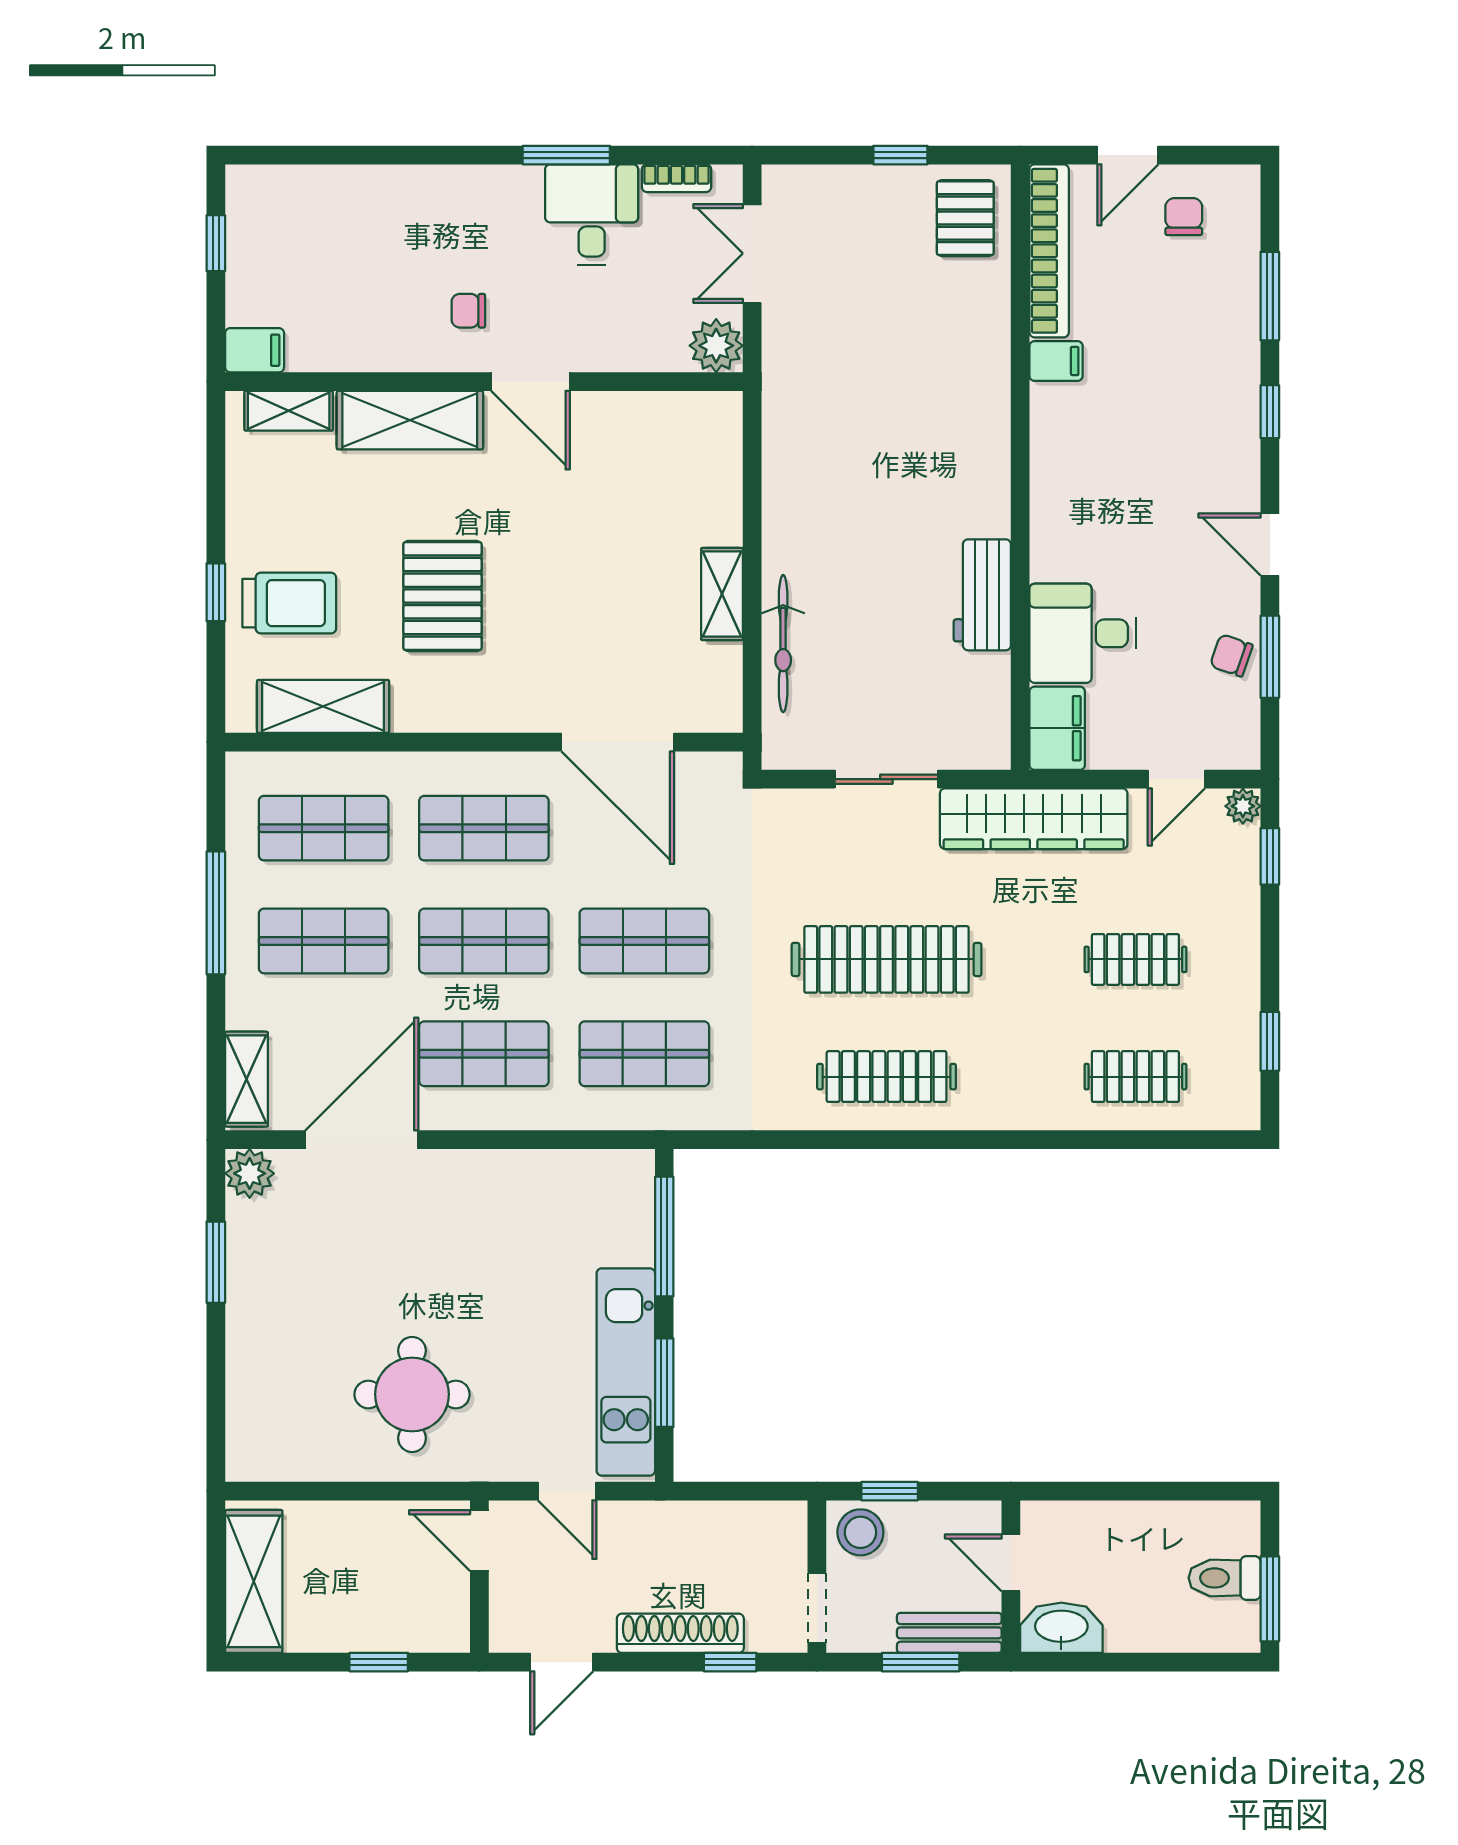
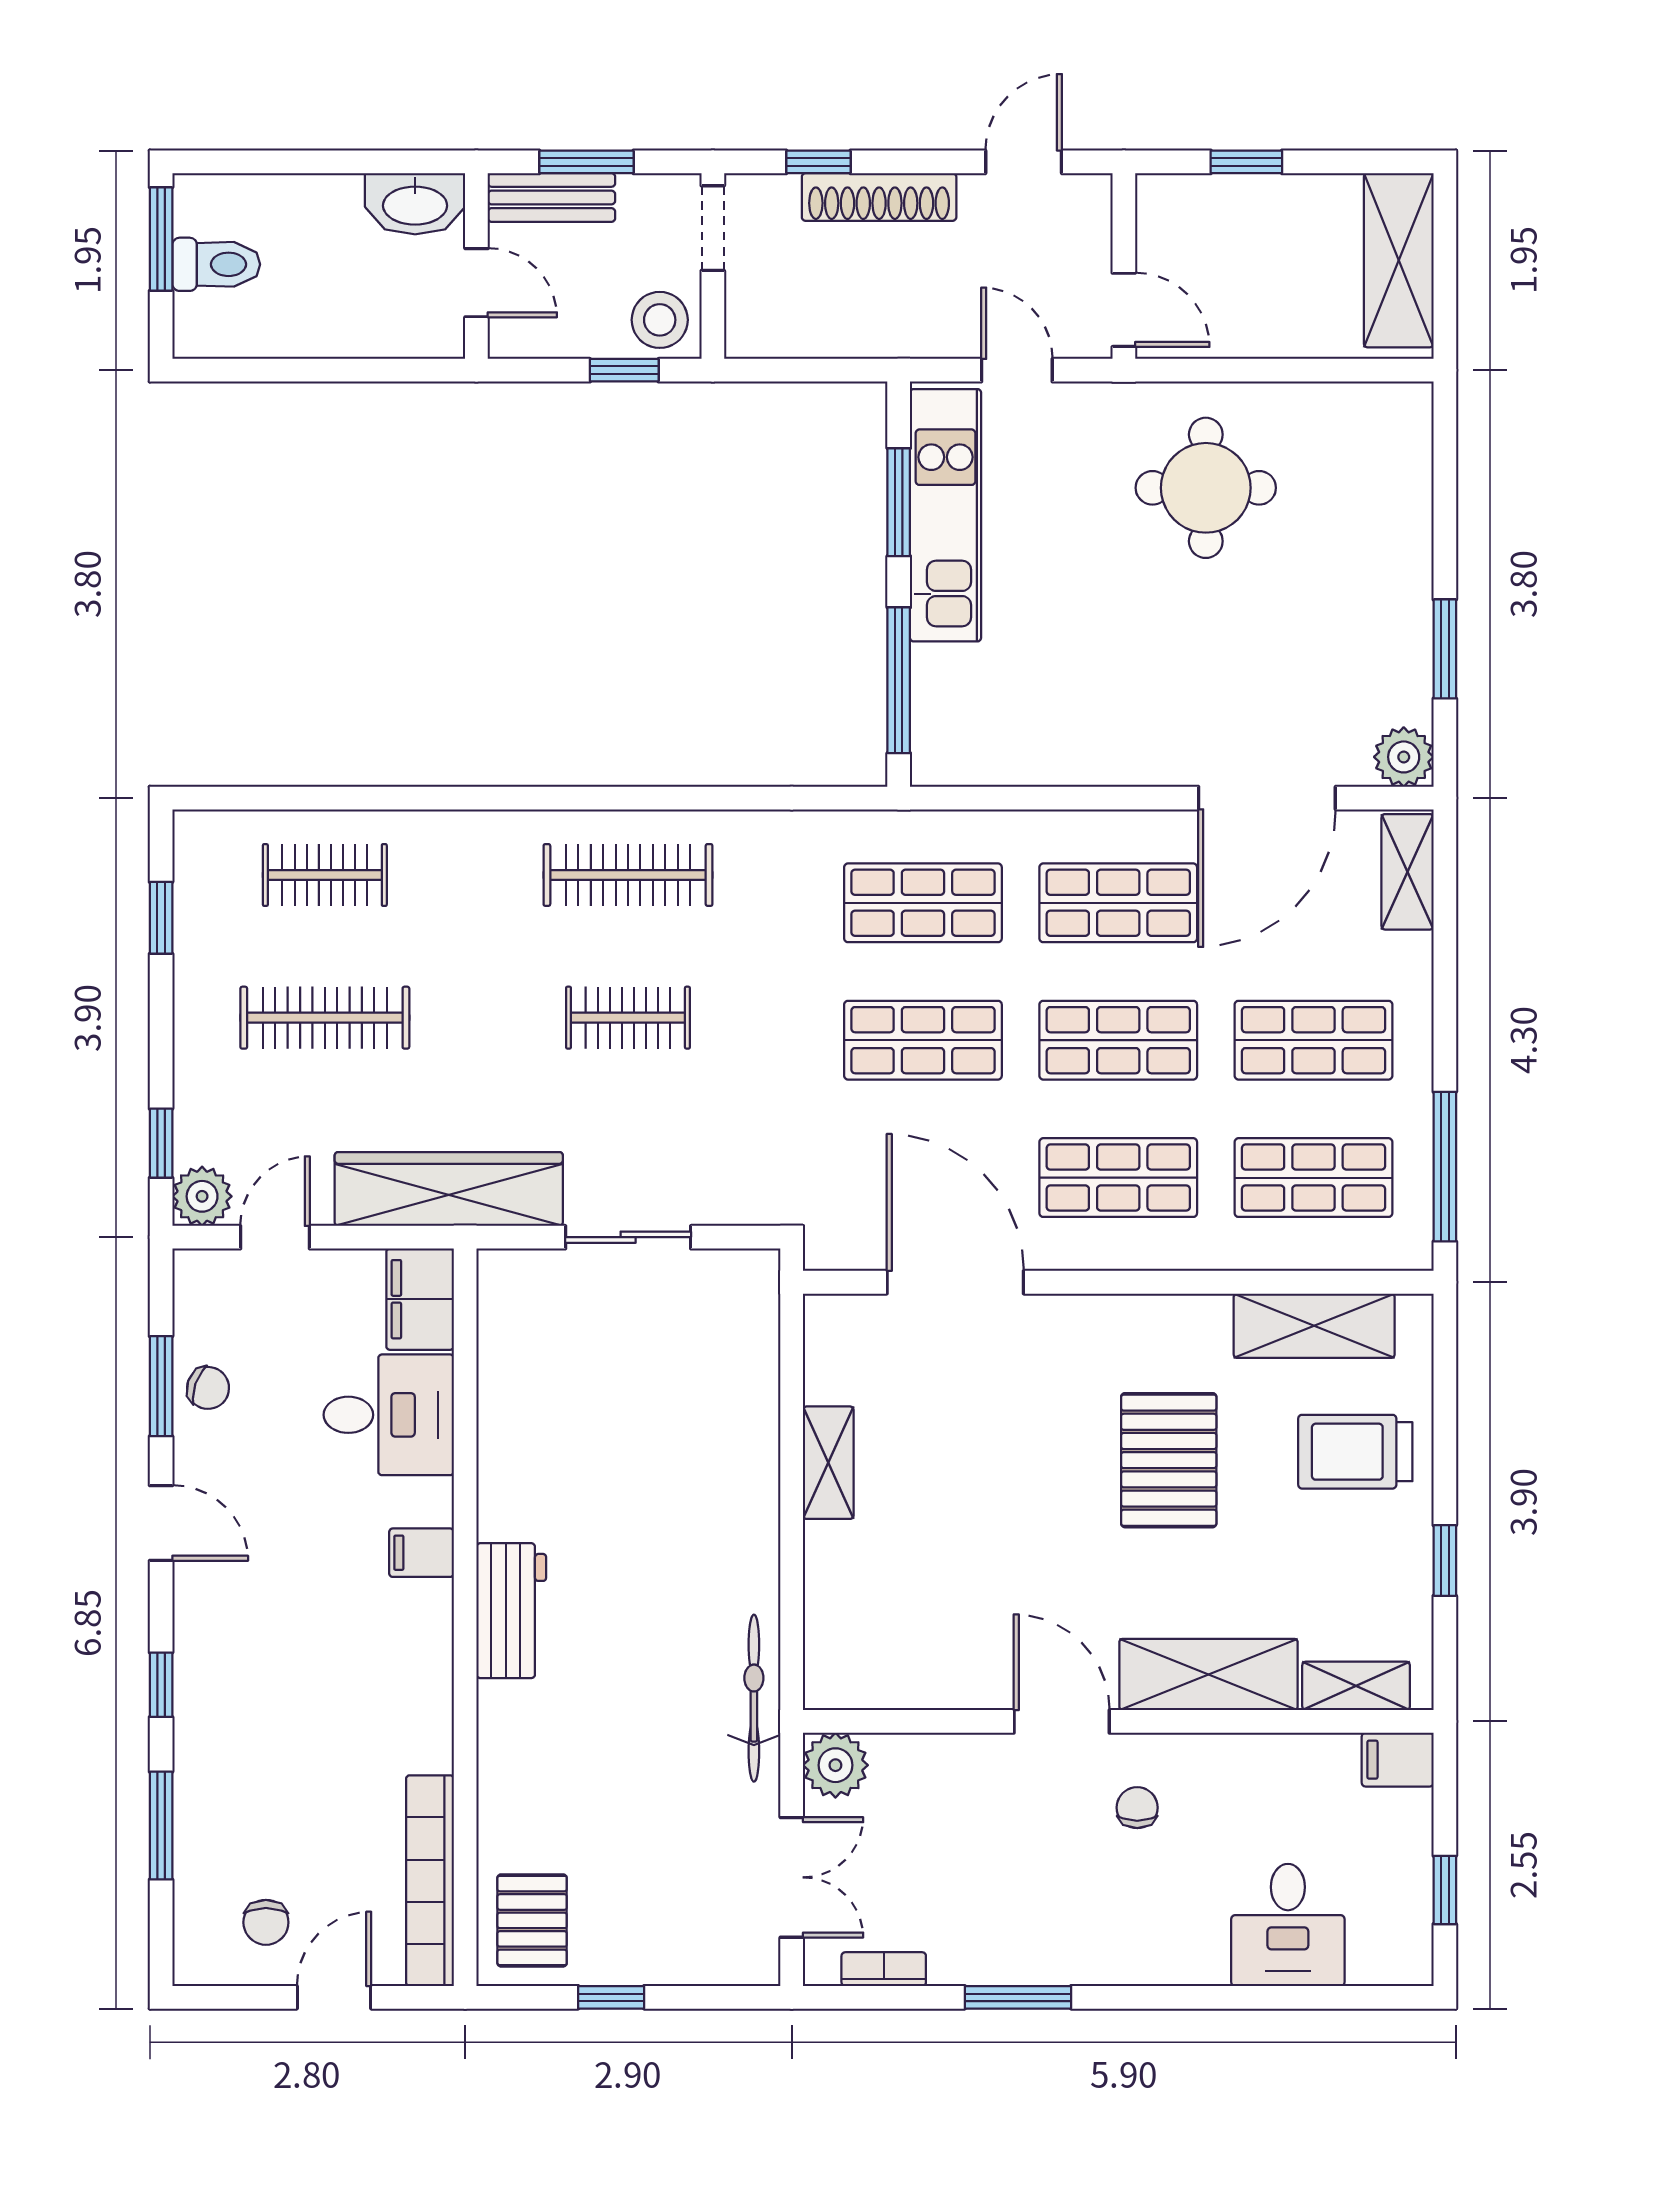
desk: (592, 214) -> (1288, 1925), moved
chair: (468, 311) -> (1137, 1808), turned -90
filing cabinet: (1056, 361) -> (421, 1553), moved
window: (216, 592) -> (1445, 1561), moved
workbench: (982, 595) -> (511, 1611), moved
bicycle: (783, 644) -> (754, 1698), moved
plant: (1243, 806) -> (202, 1196), width x1.38, depth x1.38
window: (216, 913) -> (1445, 1167), moved
clothes rail: (887, 959) -> (628, 1018), width x0.54, depth x0.76
clothes rail: (1135, 959) -> (325, 1018), width x1.36

